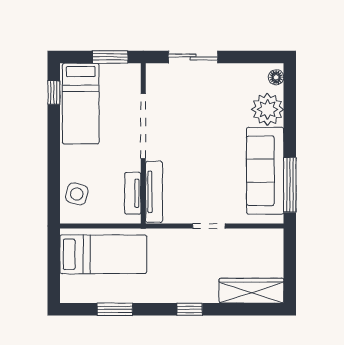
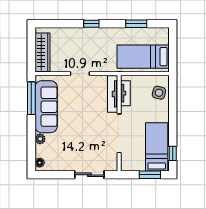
window: (110, 57) -> (150, 175), moved
plant: (268, 109) -> (40, 139), width x0.53, depth x0.53
wardrobe: (251, 291) -> (43, 52), moved, turned -90

